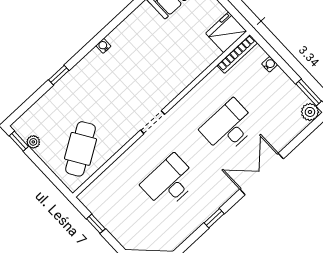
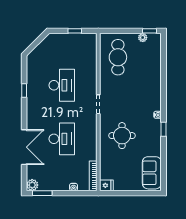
fridge: (226, 32) -> (106, 185), width x0.53, depth x0.75
round table: (163, 64) -> (122, 136), added
window: (59, 75) -> (163, 129), moved
cafe table: (81, 149) -> (118, 57), turned 32
double door: (262, 174) -> (24, 147), moved

